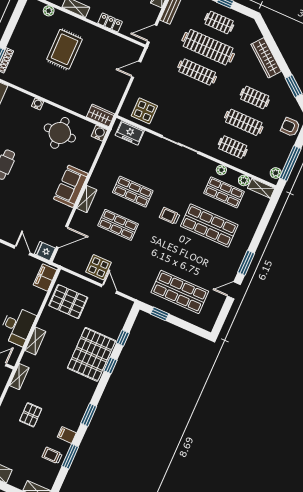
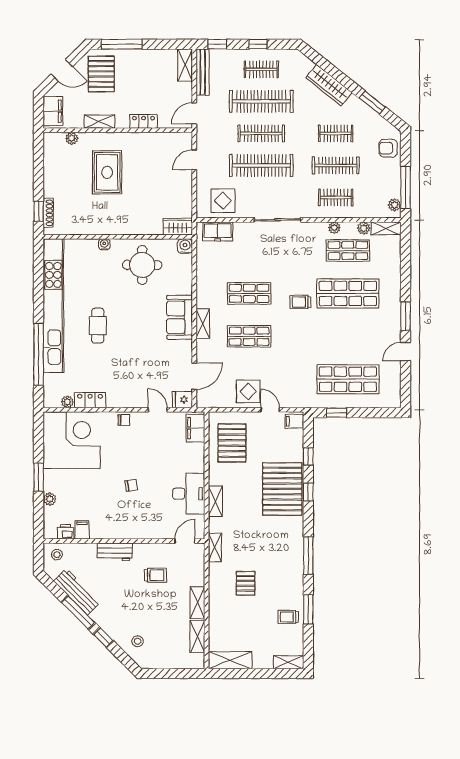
clothes rail: (186, 97) -> (261, 165), added
pallet: (68, 302) -> (232, 443), turned 90
window: (89, 415) -> (308, 556), width x1.44
filing cabinet: (67, 435) -> (294, 421), moved

